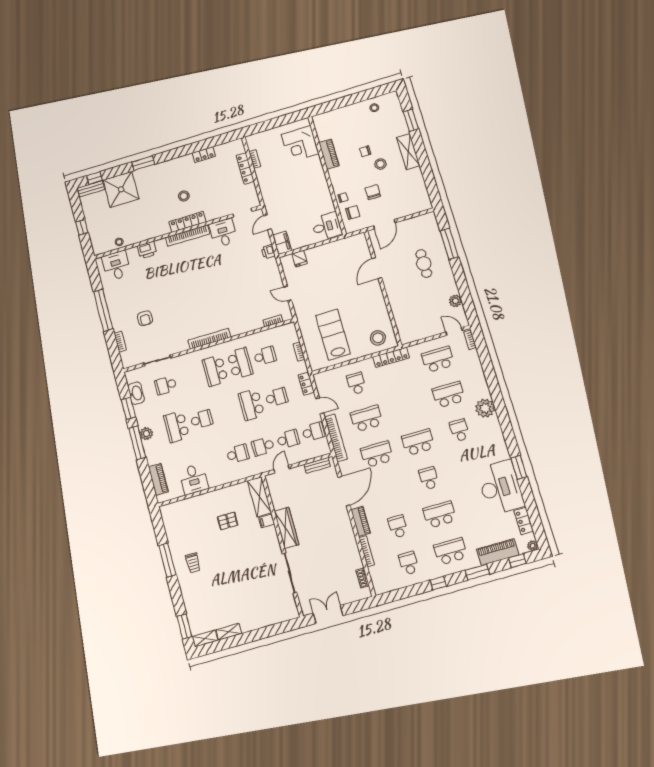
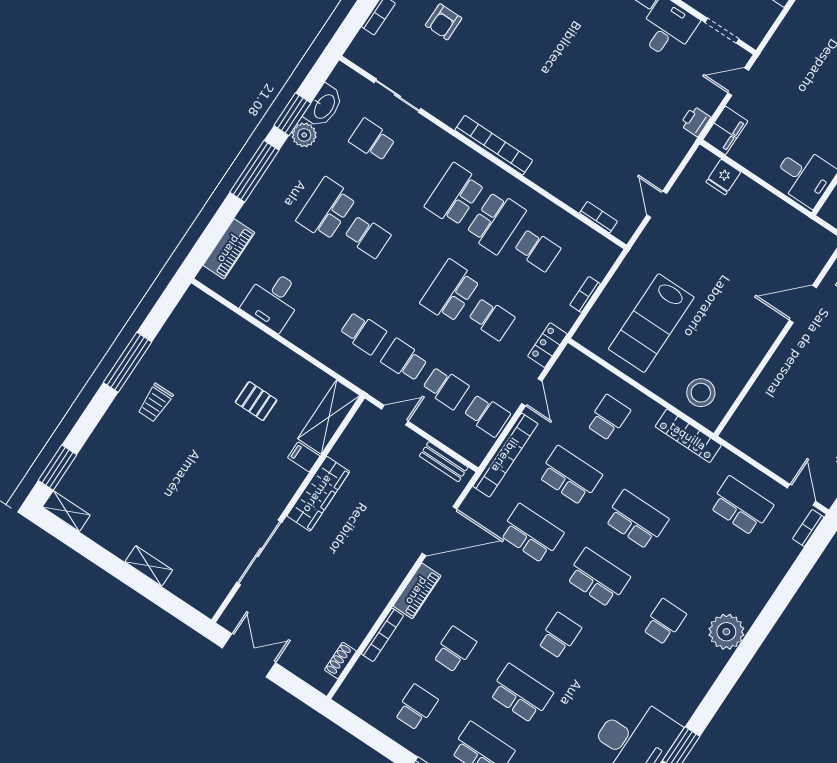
lab bench: (333, 335) -> (651, 323), turned 180
school desk: (449, 395) -> (636, 520), moved
plant: (146, 434) -> (304, 135), moved
shelving: (229, 632) -> (149, 566), moved

